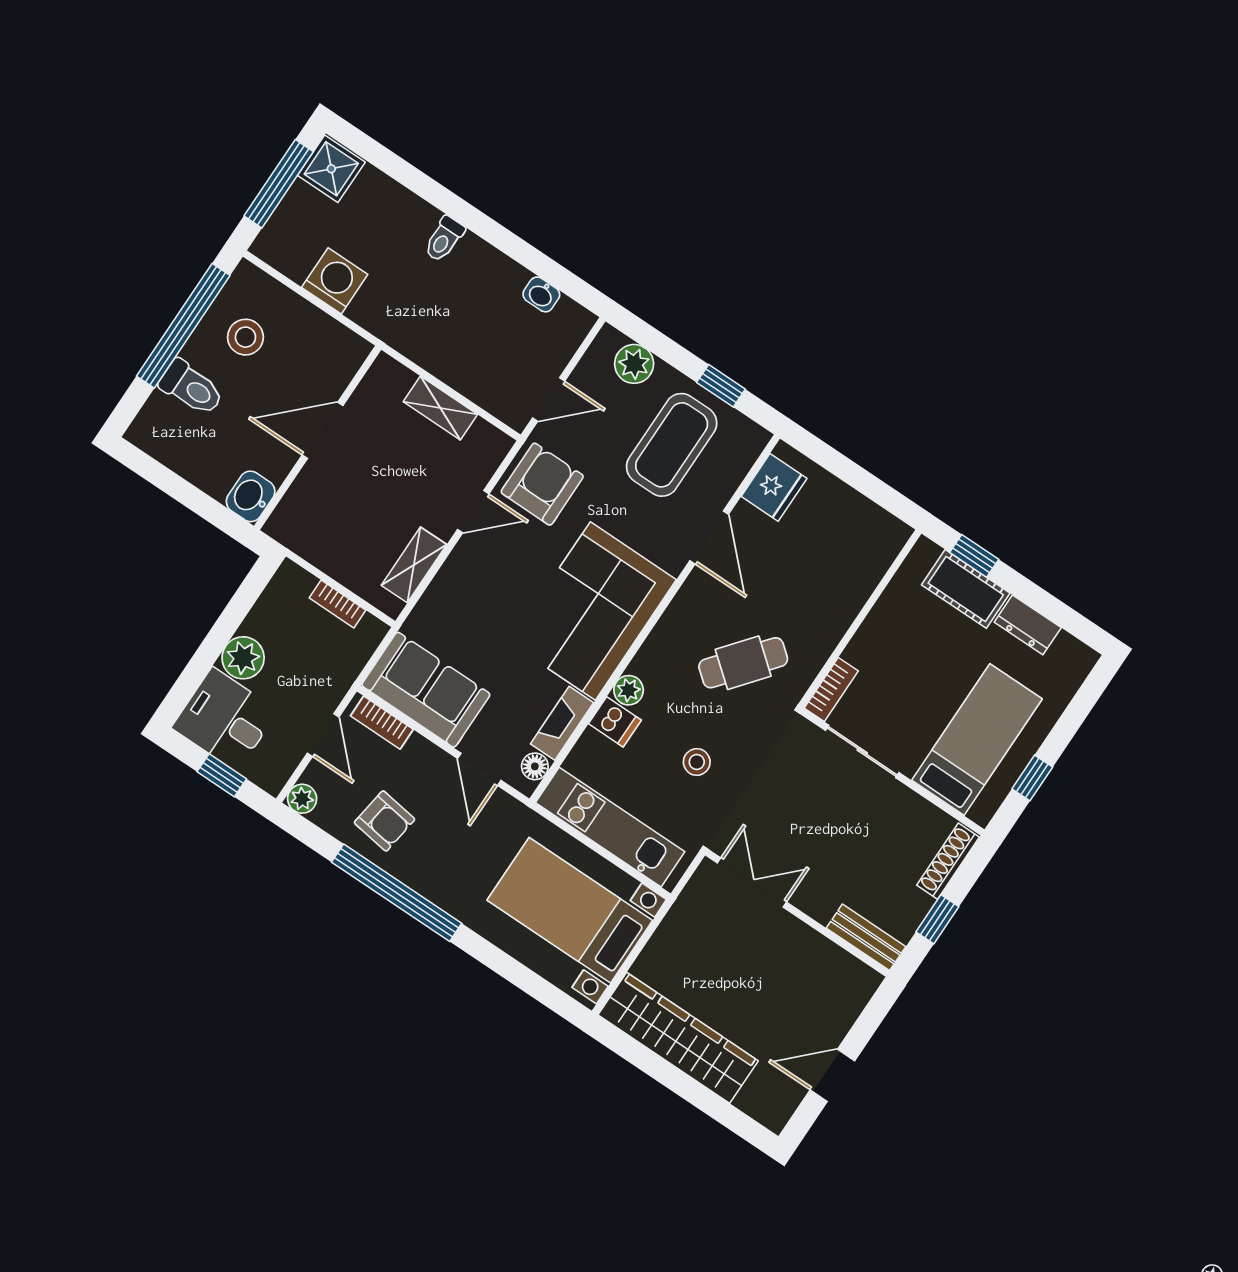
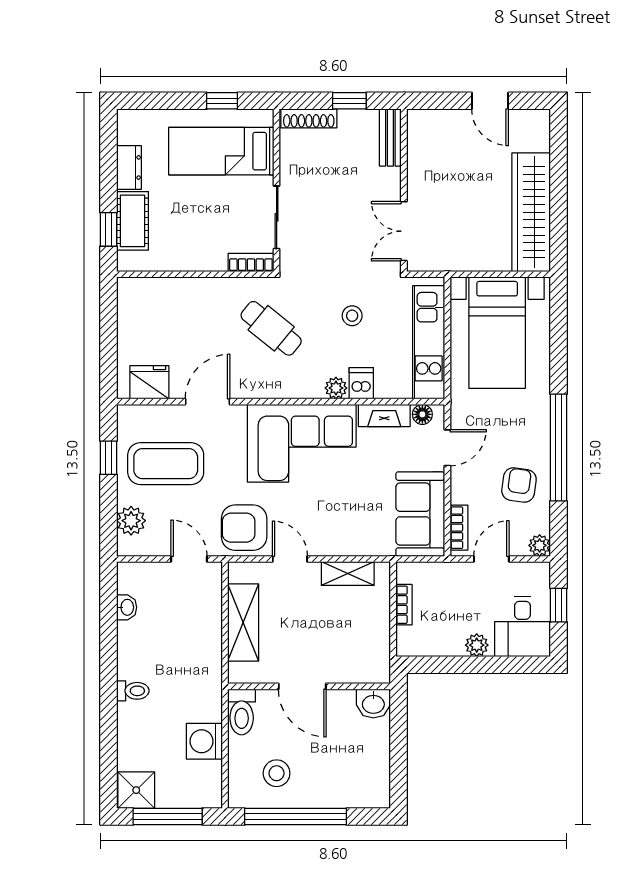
toilet: (191, 388) -> (242, 712), moved, turned 180
shelving: (440, 408) -> (243, 623), width x1.50, depth x1.33
plant: (243, 658) -> (477, 645), width x0.73, depth x0.73

